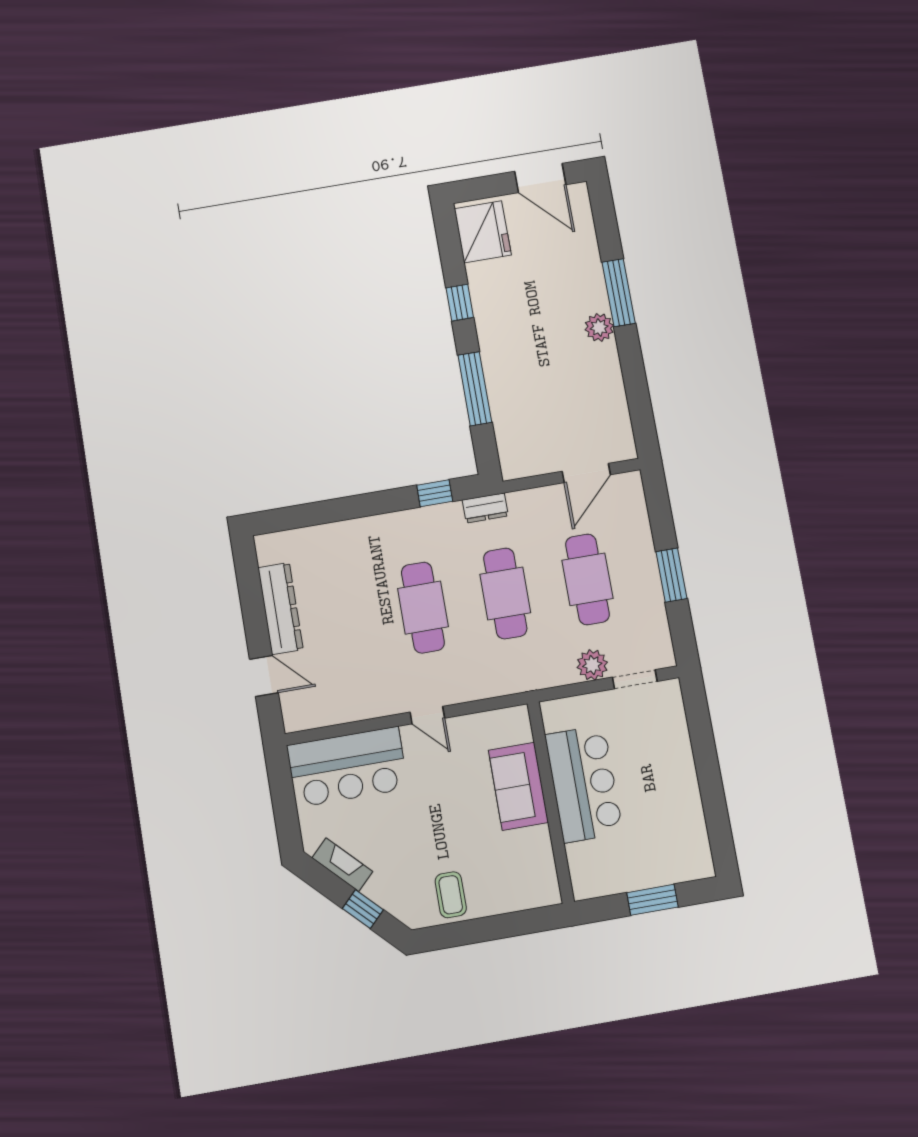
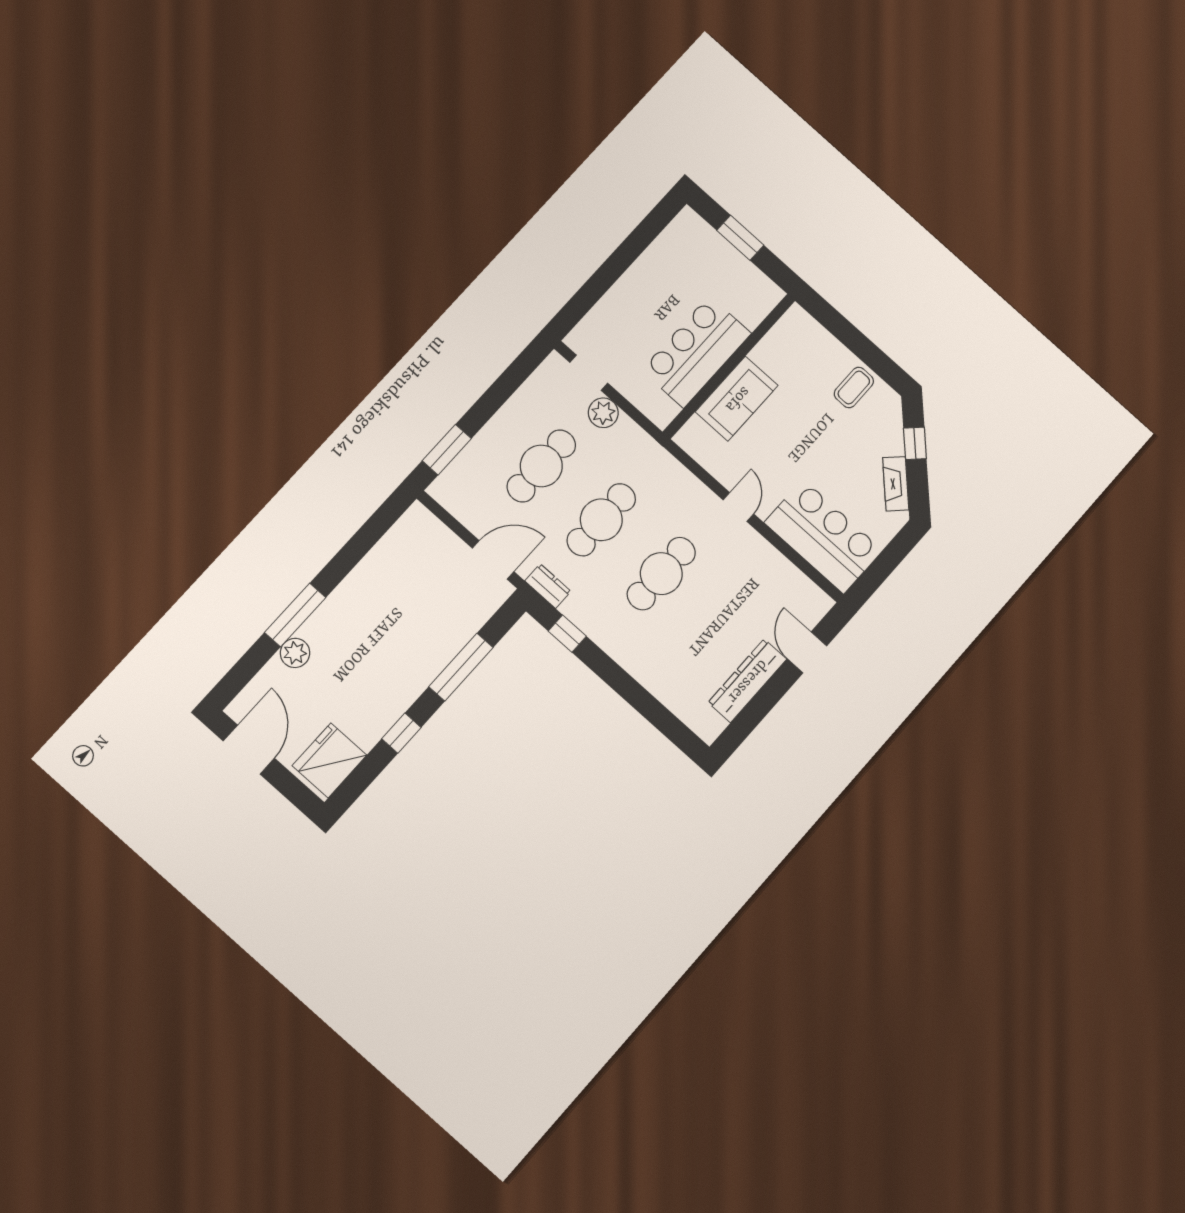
plant: (599, 327) -> (295, 653), moved
door: (586, 473) -> (493, 560), moved
window: (671, 575) -> (447, 450), moved

